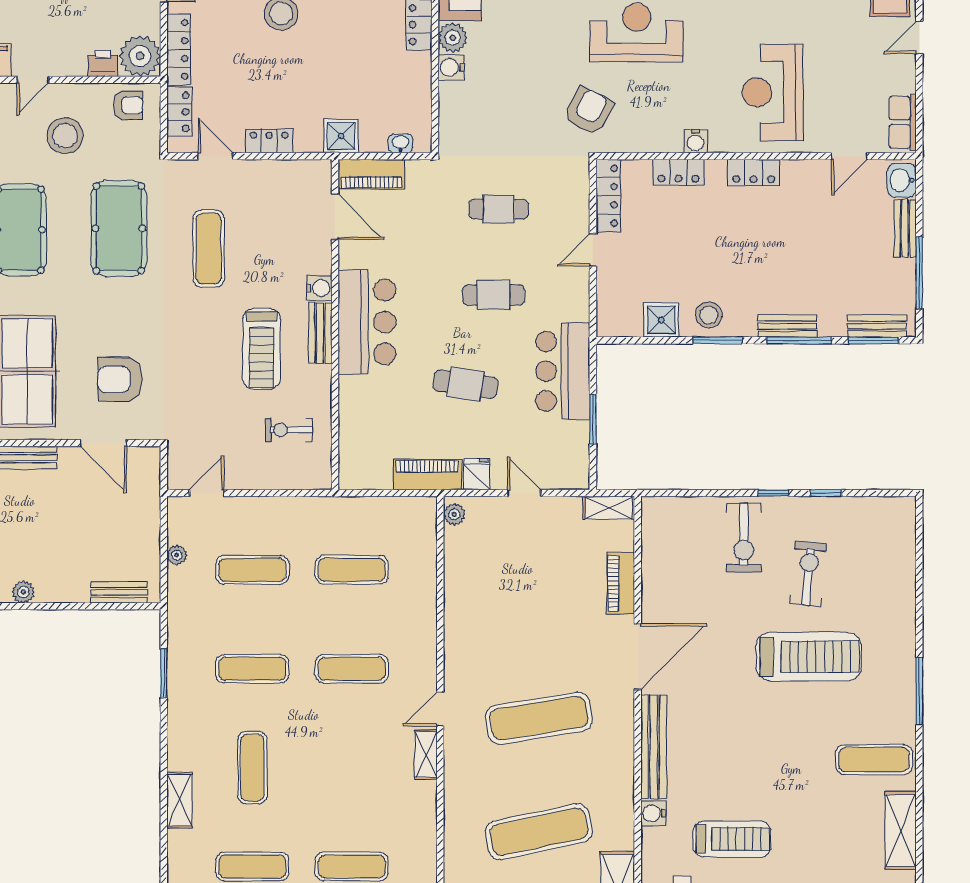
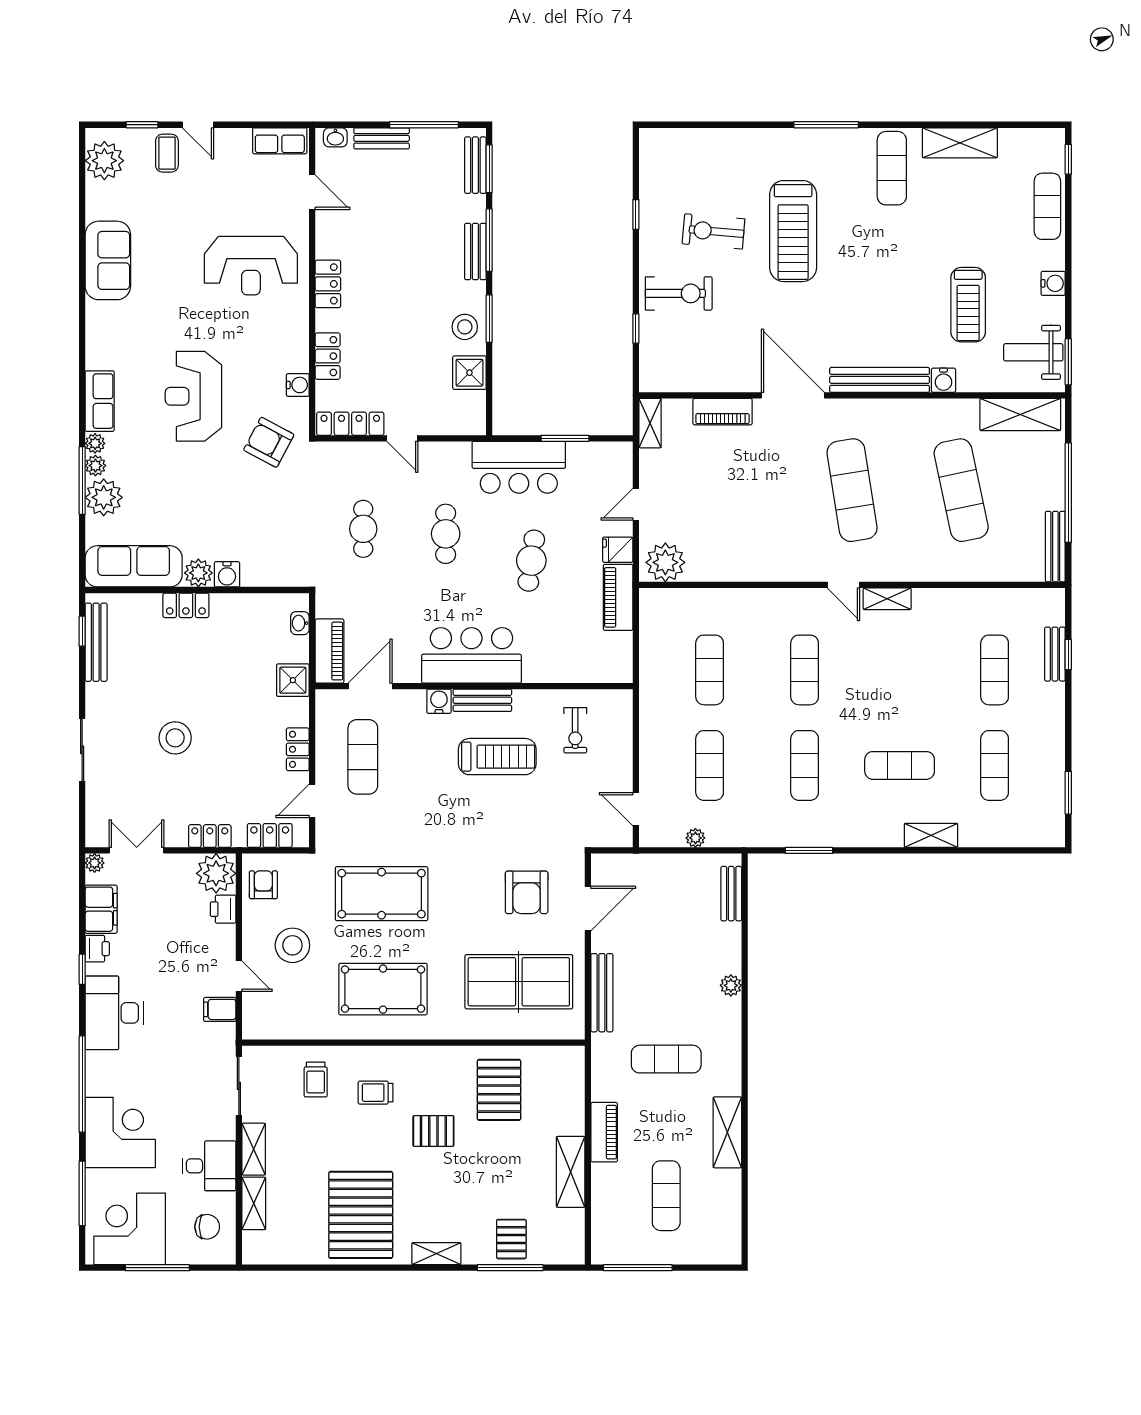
locker: (179, 49) -> (210, 836), width x0.66
water cooler: (696, 141) -> (298, 385), moved
washbasin: (902, 180) -> (335, 137), width x0.72, depth x0.69
exercise mat: (209, 249) -> (363, 757), moved, turned 90
window: (773, 493) -> (636, 329), moved
plant: (454, 514) -> (665, 562), width x1.88, depth x1.88
treadmill: (809, 657) -> (793, 231), turned 180
treadmill: (732, 839) -> (968, 305), turned 180

